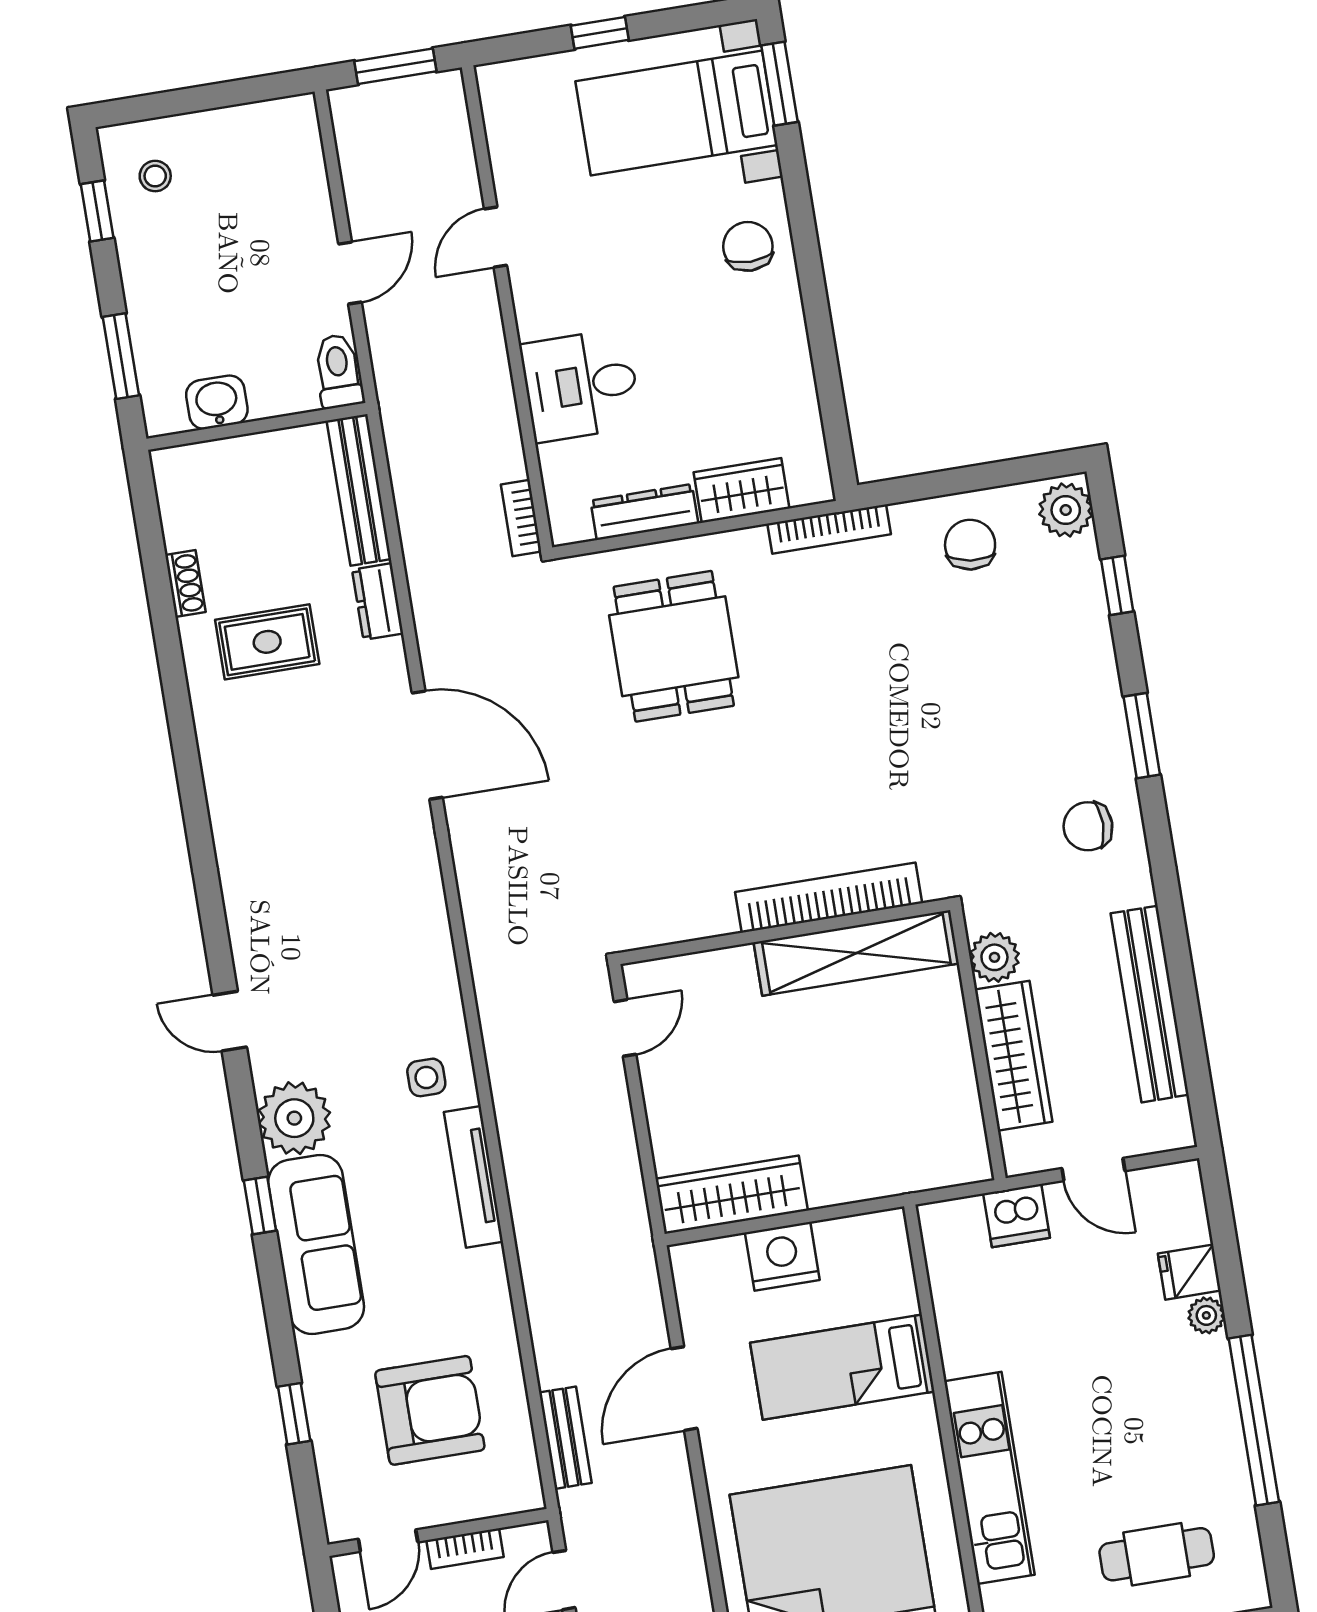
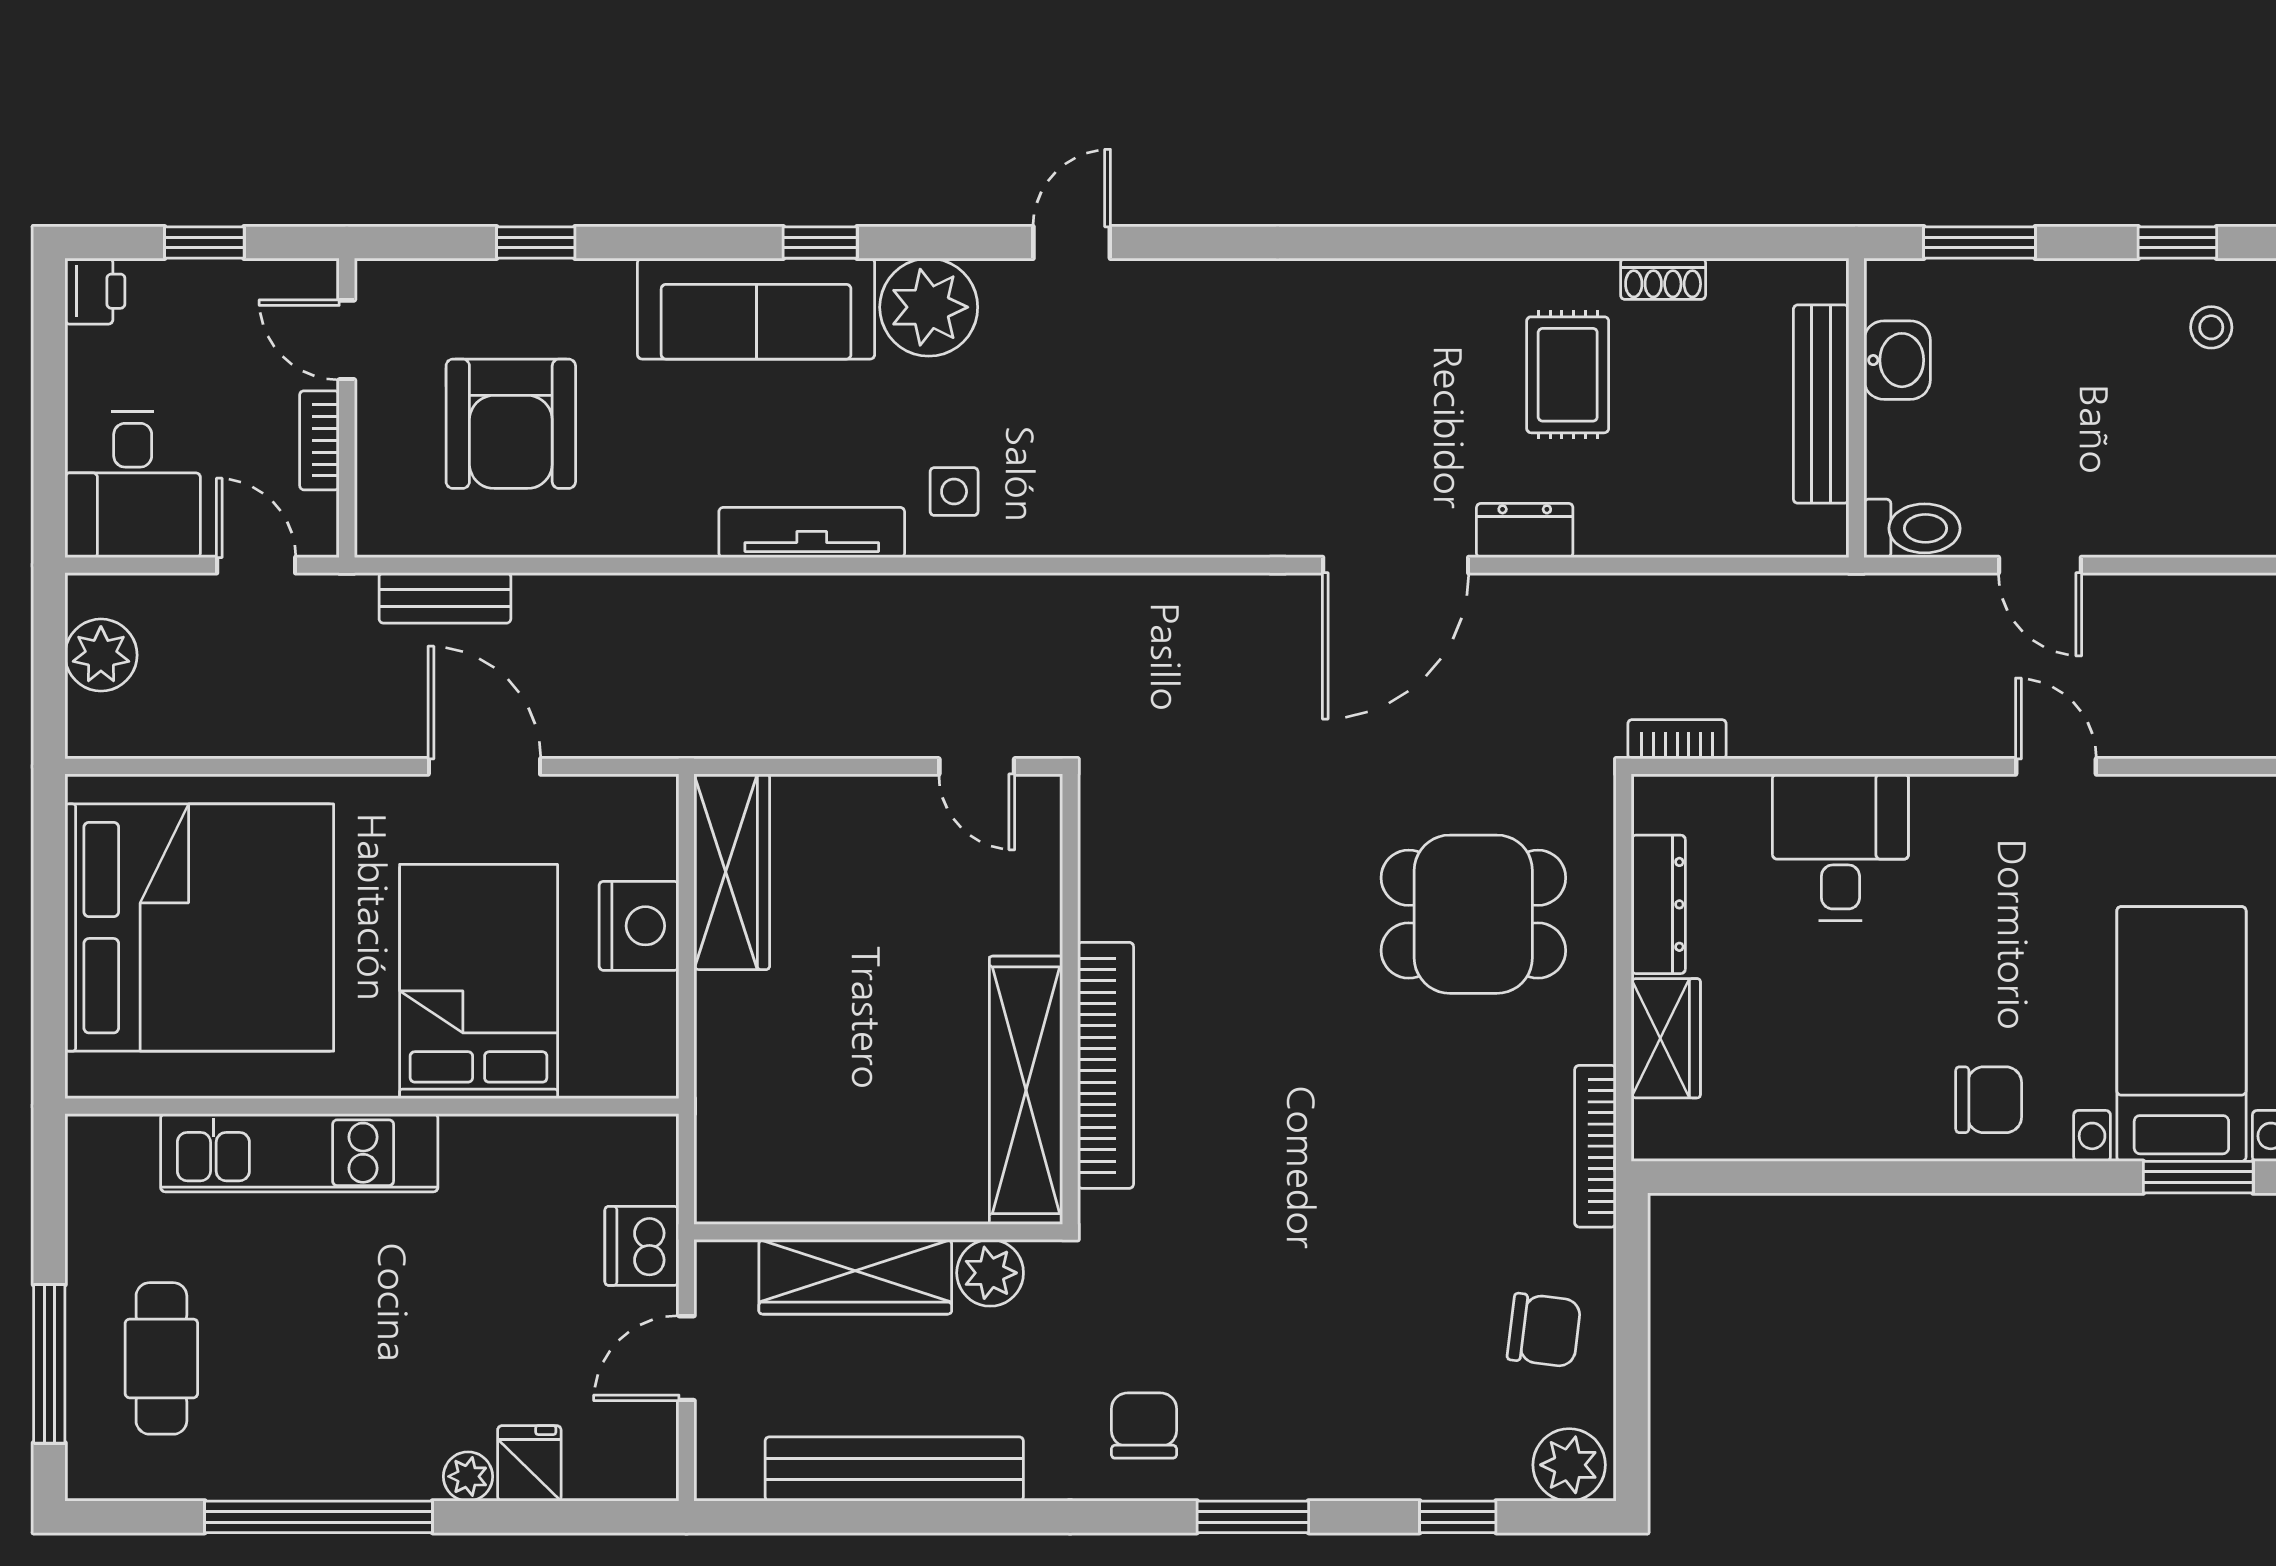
bench: (359, 490) -> (1821, 404), moved, turned 90
dresser: (378, 602) -> (1525, 530), moved
bed: (842, 1367) -> (479, 981), width x1.50

